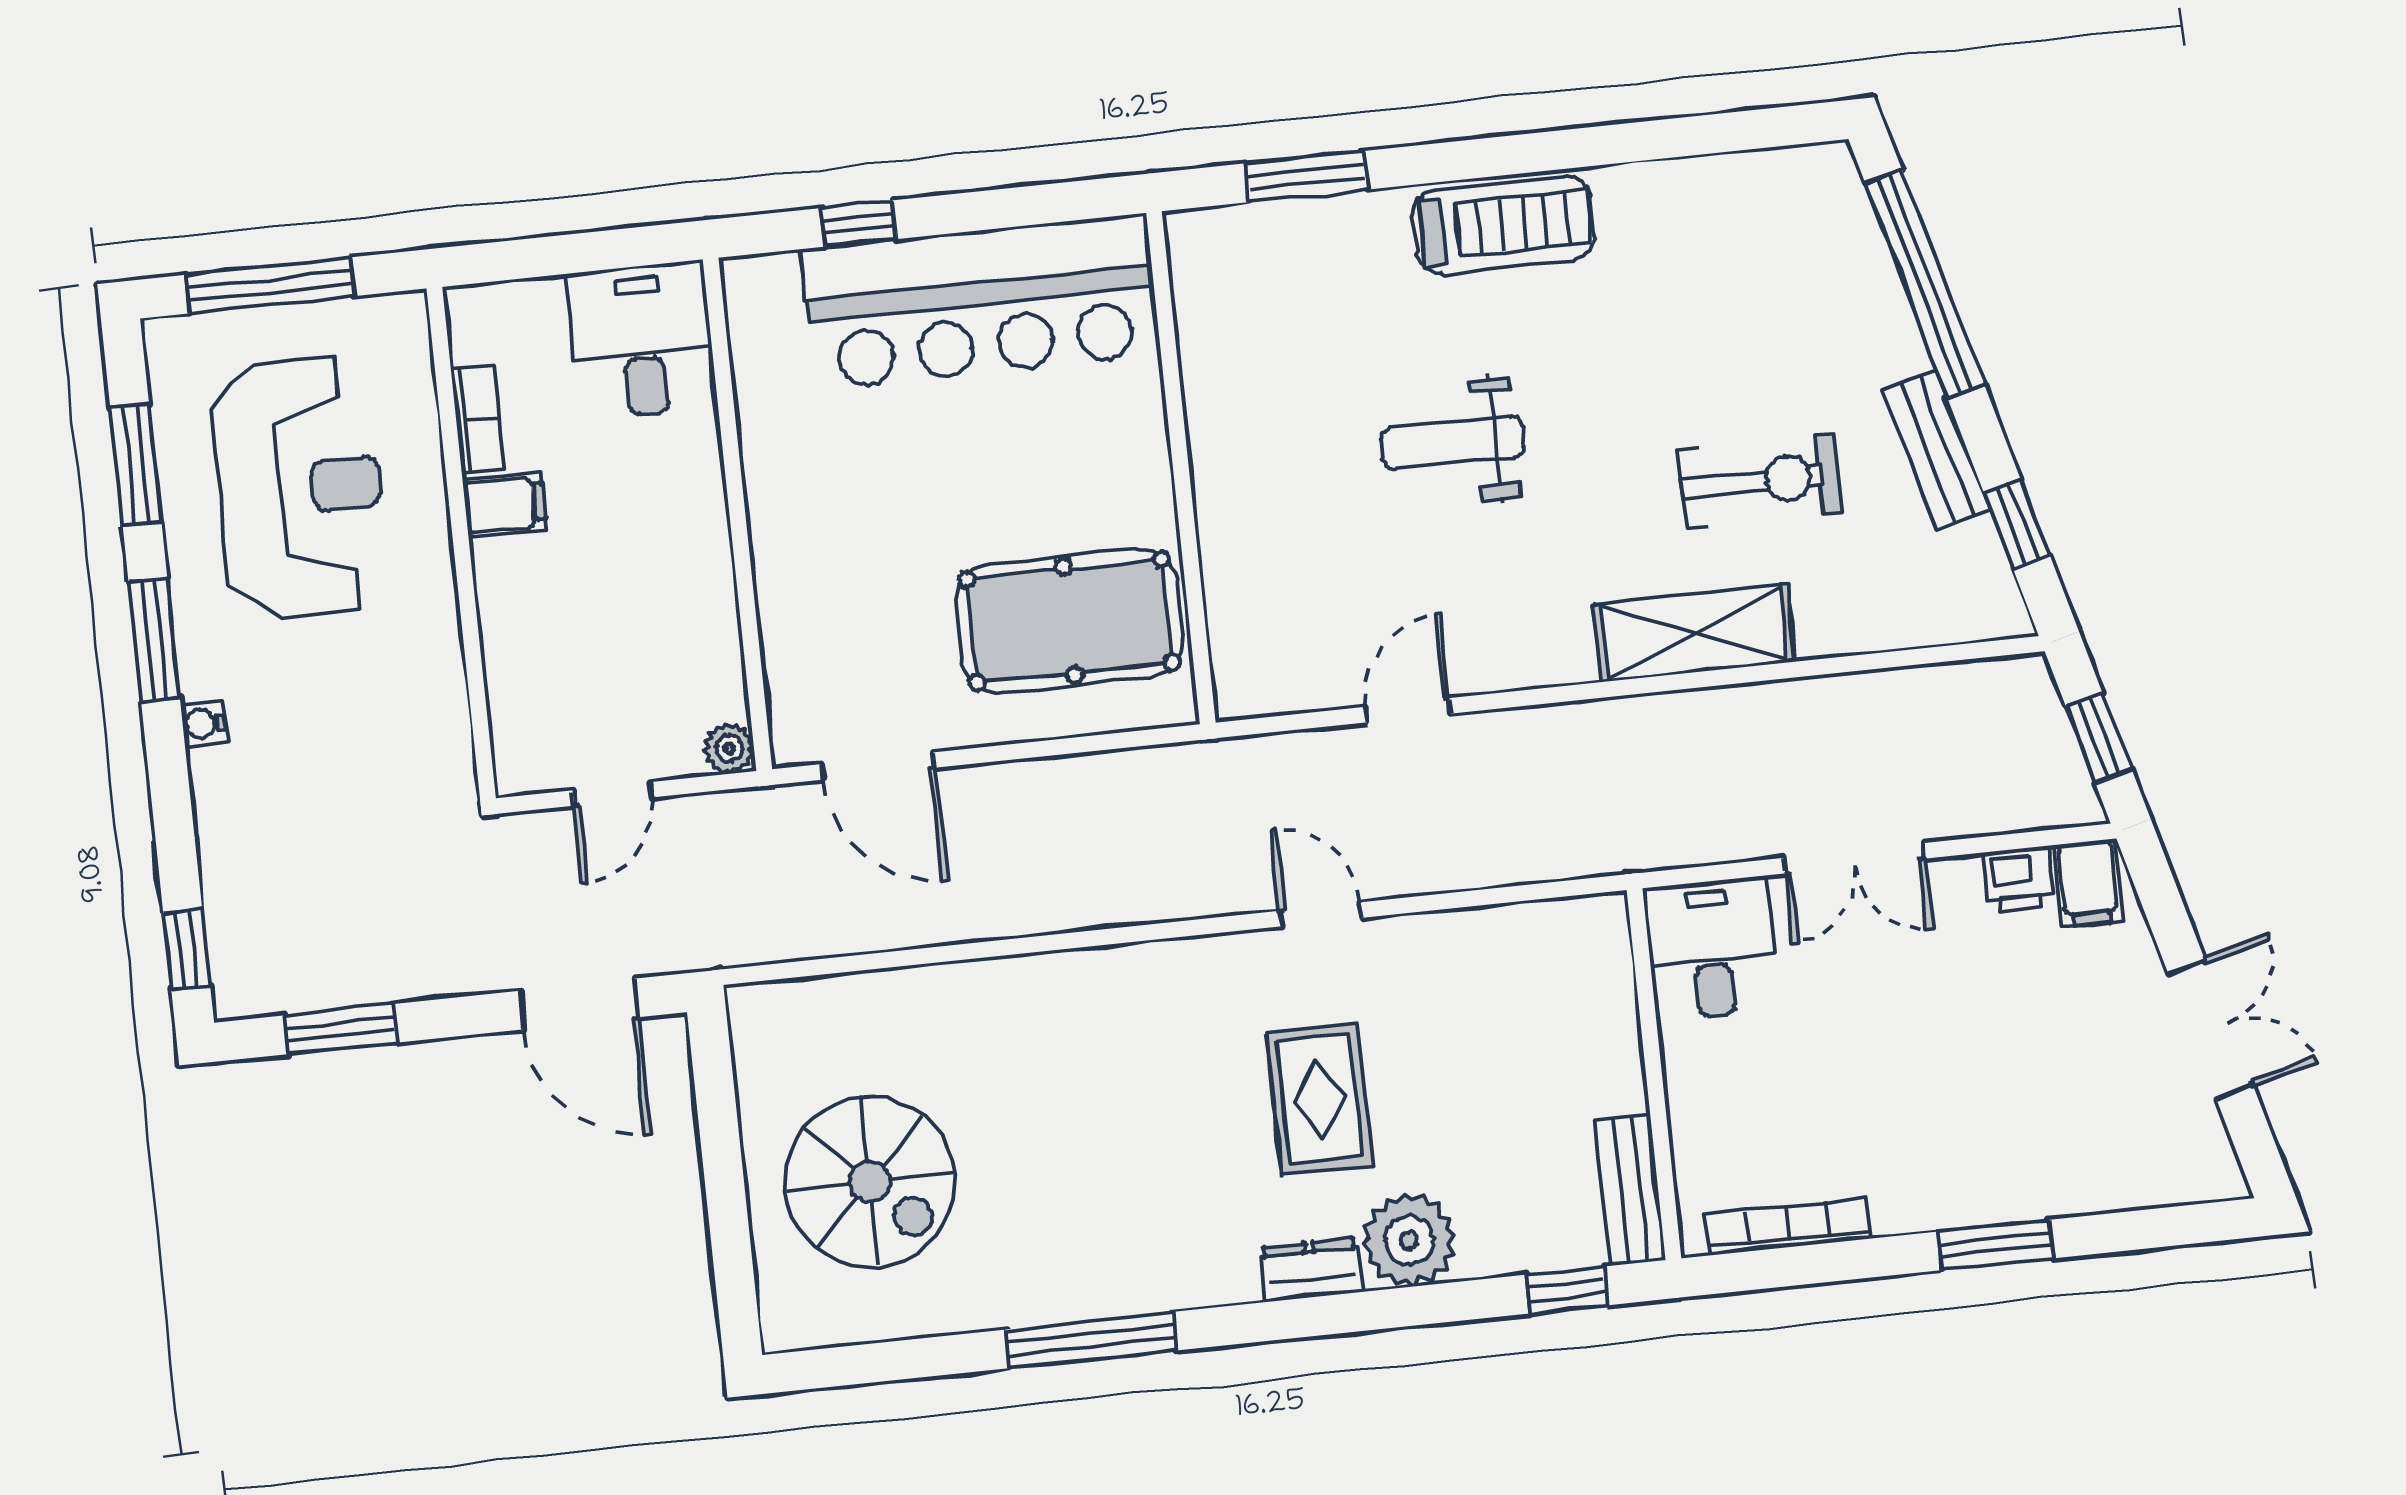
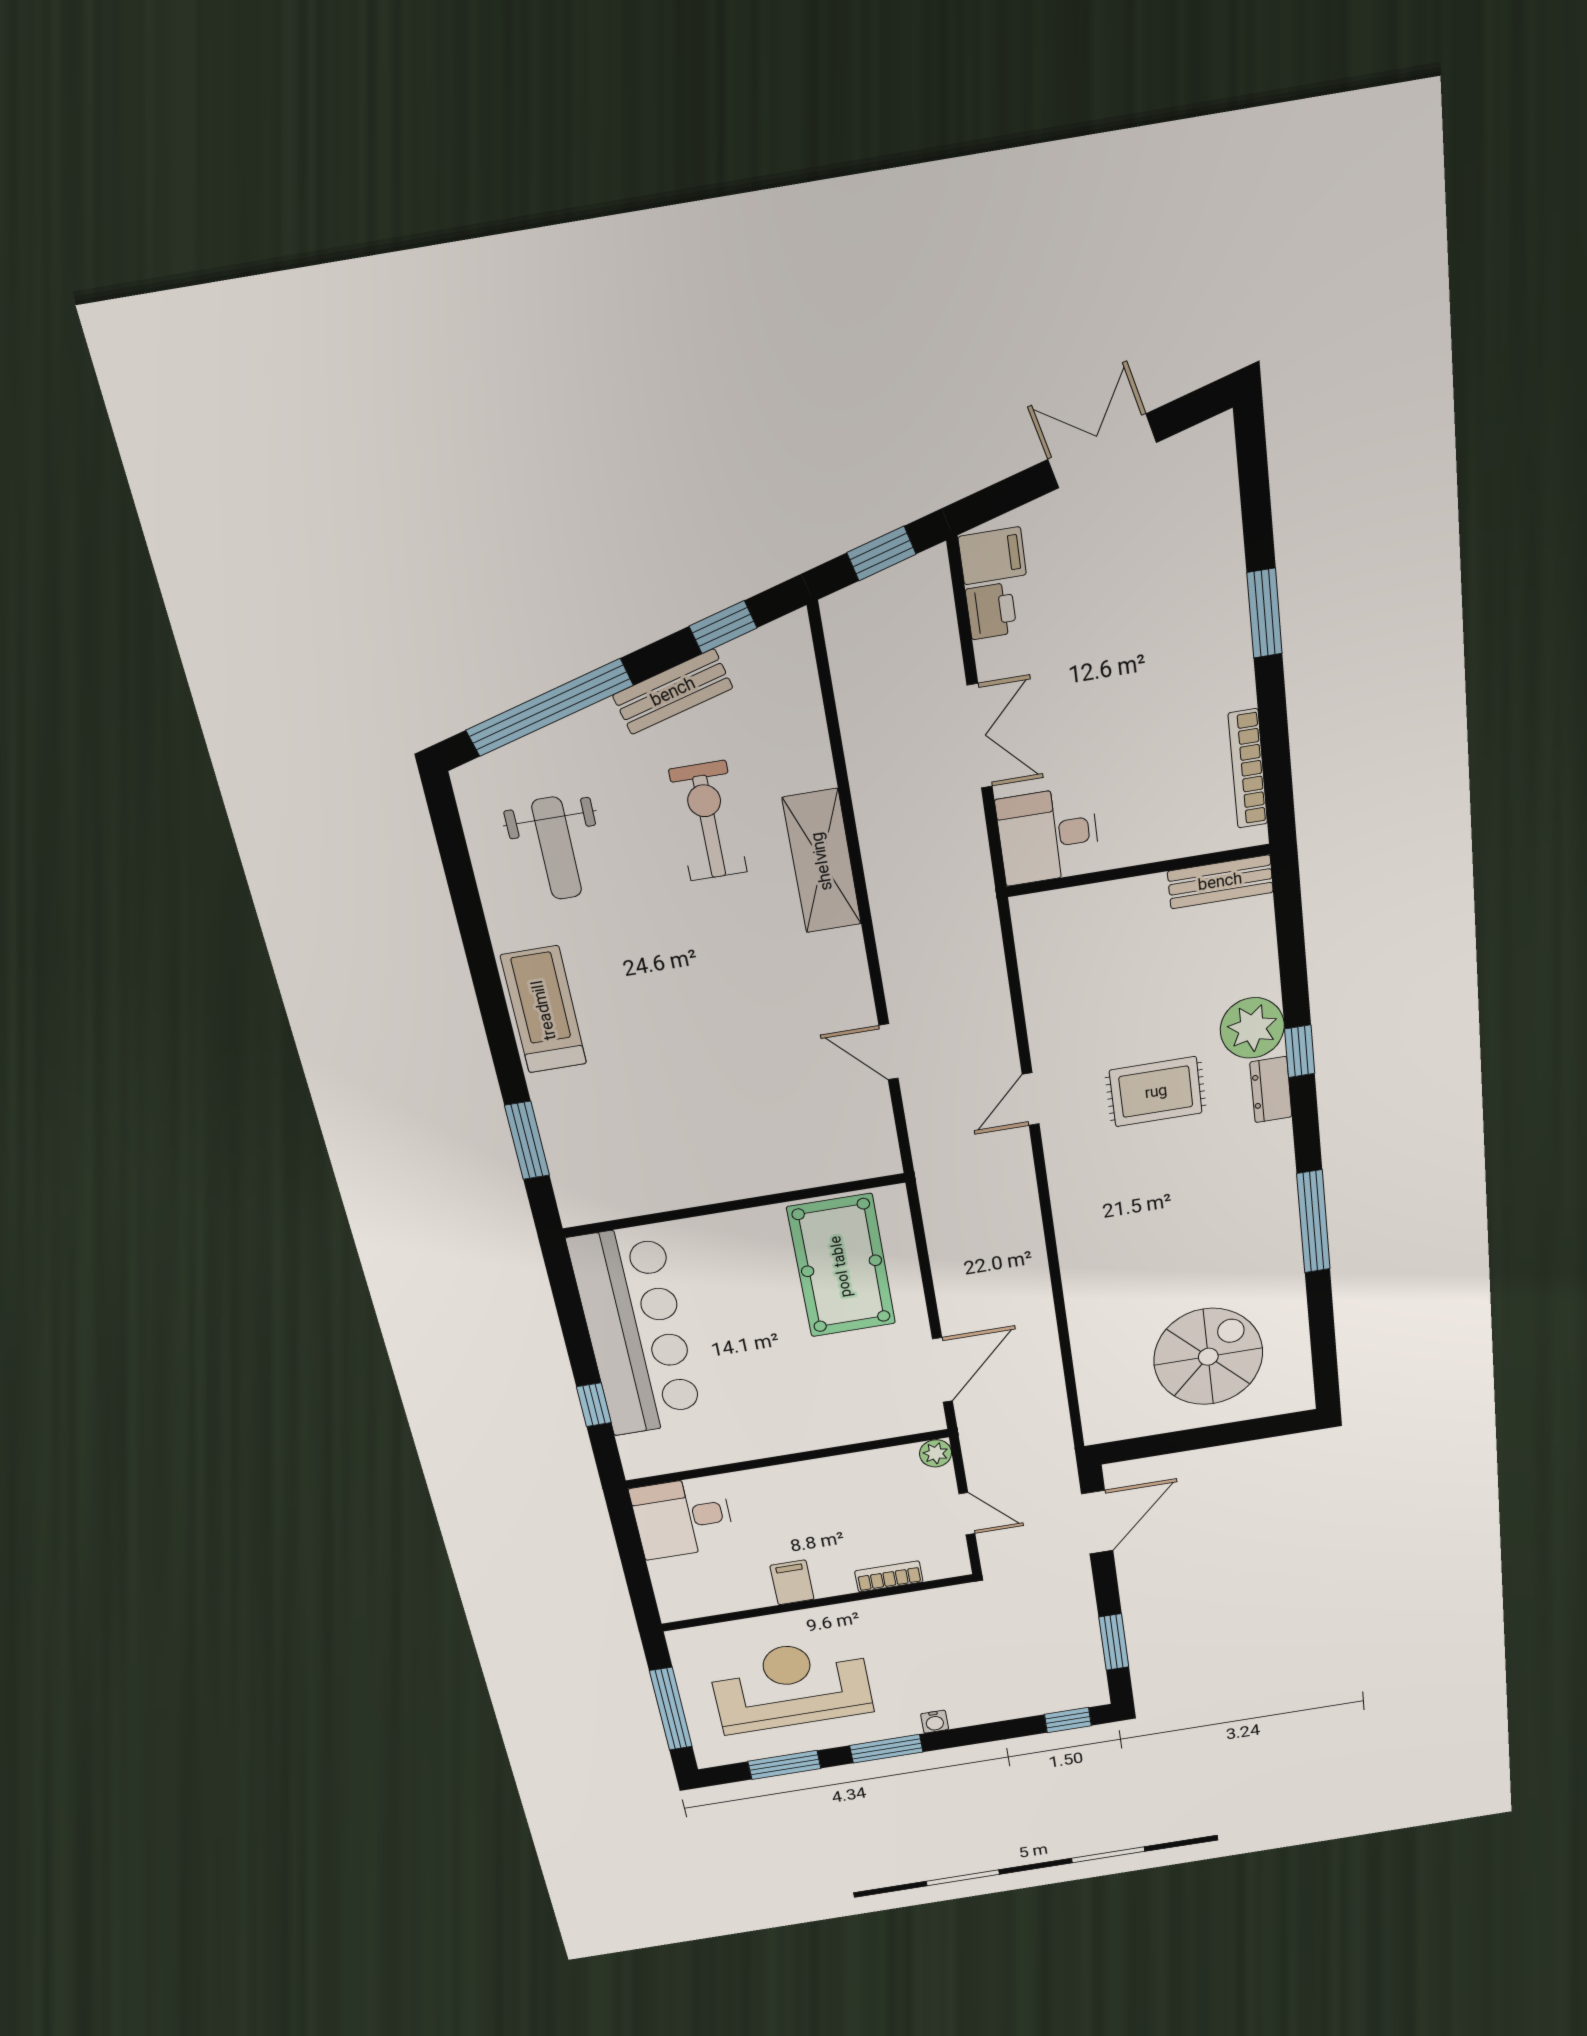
bookcase: (477, 420) -> (889, 1576), moved
weight bench: (1453, 442) -> (557, 848), moved
window: (1567, 1290) -> (1300, 1051), moved

